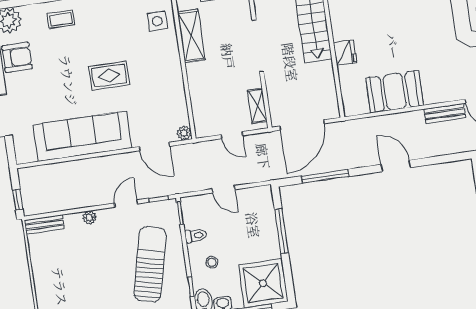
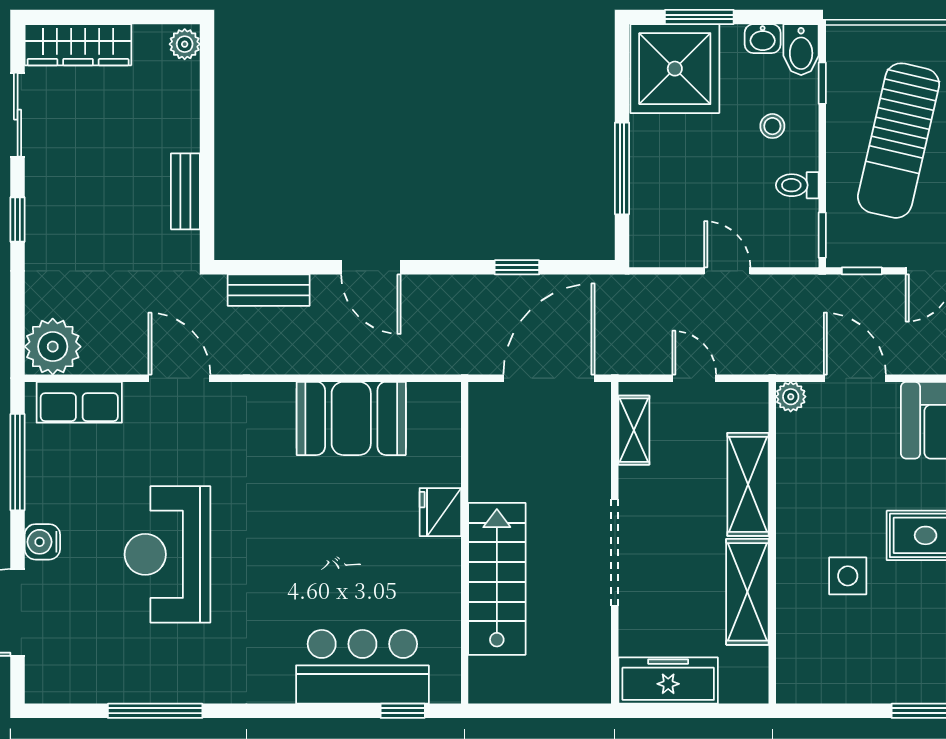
side table: (157, 21) -> (848, 576), moved
shelving: (198, 88) -> (748, 484), added
bench: (445, 114) -> (269, 290), moved
window: (325, 176) -> (517, 267), width x0.46

